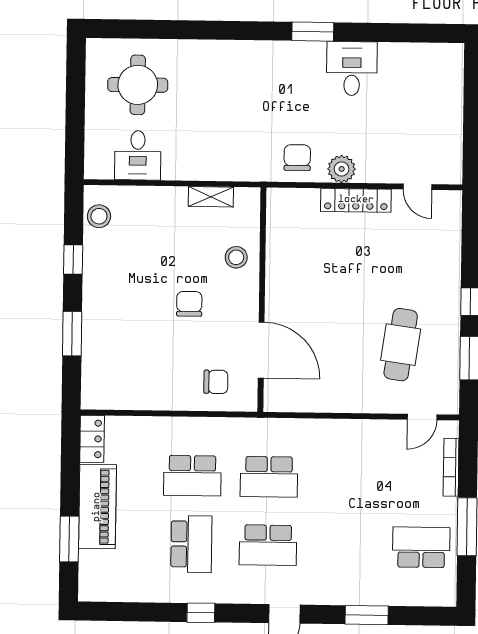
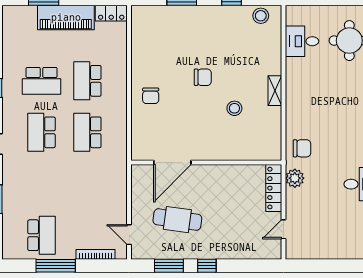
wall: (262, 300) -> (206, 163), moved
door: (261, 350) -> (172, 163), moved

